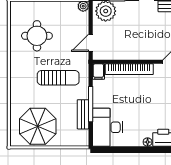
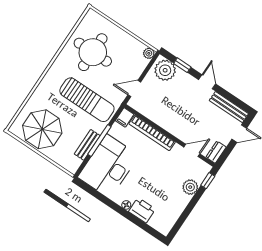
round table: (37, 36) -> (93, 52), width x1.36, depth x1.36
sun lounger: (58, 78) -> (87, 100), width x1.36, depth x1.34
desk: (107, 127) -> (108, 166), width x1.36, depth x1.30

